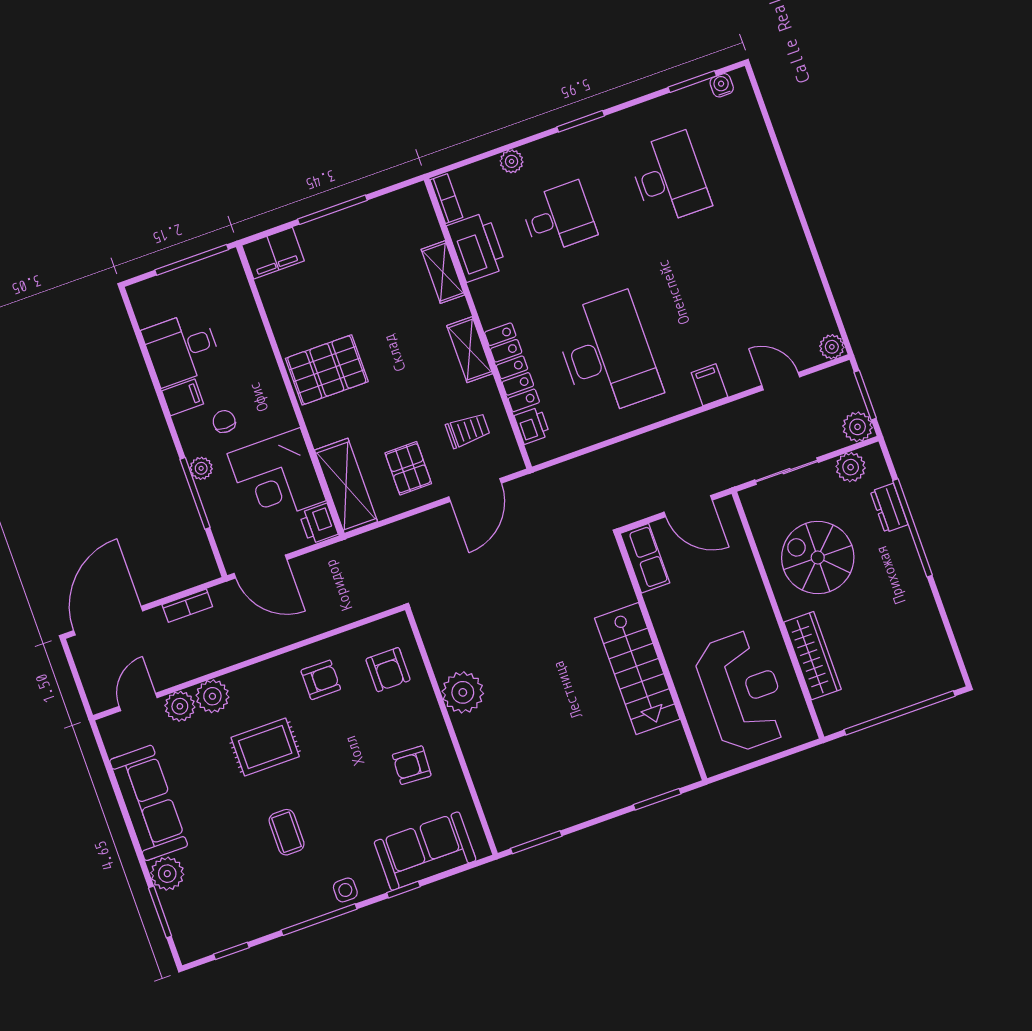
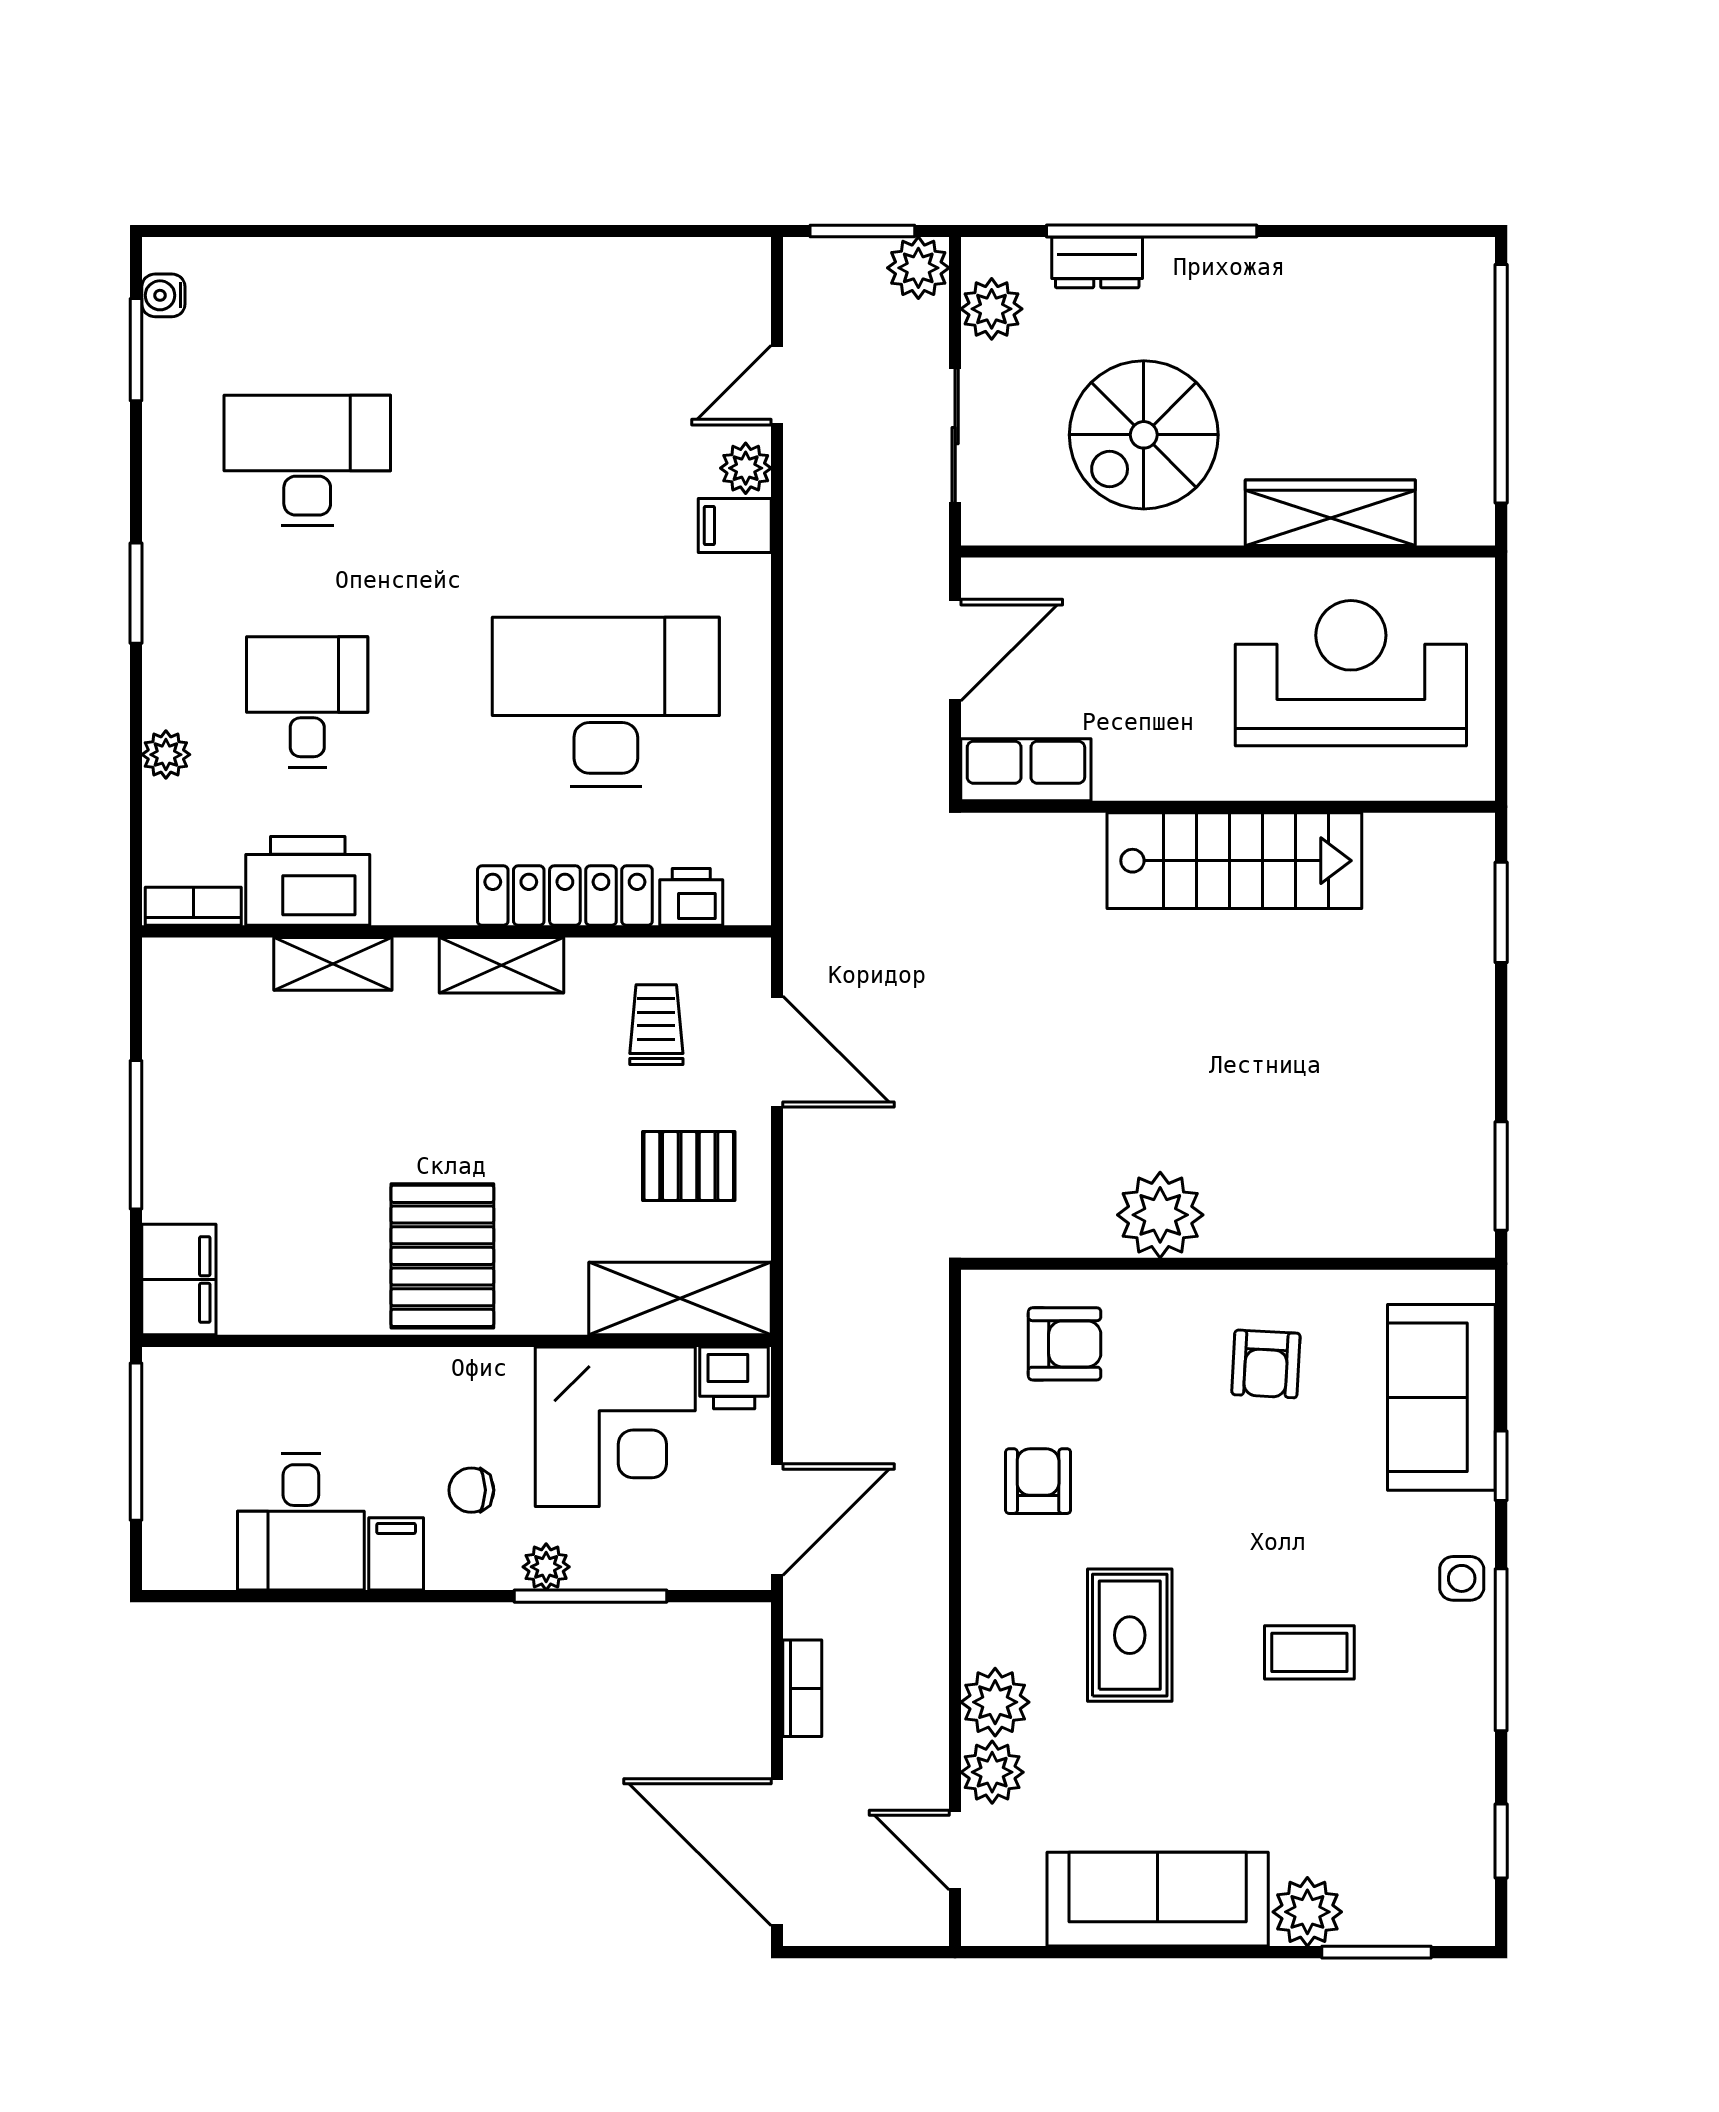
plant: (832, 347) -> (746, 468), moved

